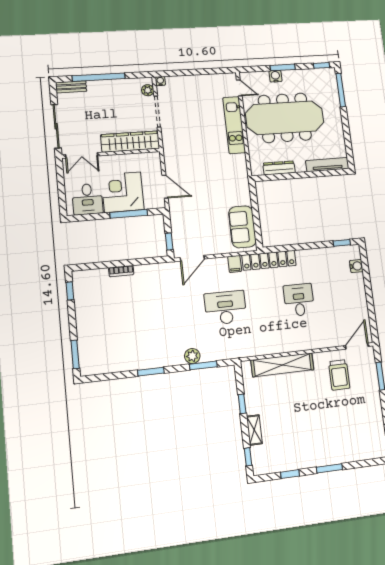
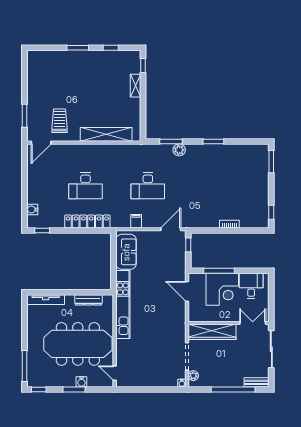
kitchen unit: (234, 125) -> (123, 305), moved, width x1.36
locker: (269, 260) -> (87, 222), moved
desk: (299, 300) -> (86, 186), width x1.37
window: (242, 404) -> (143, 107), removed

